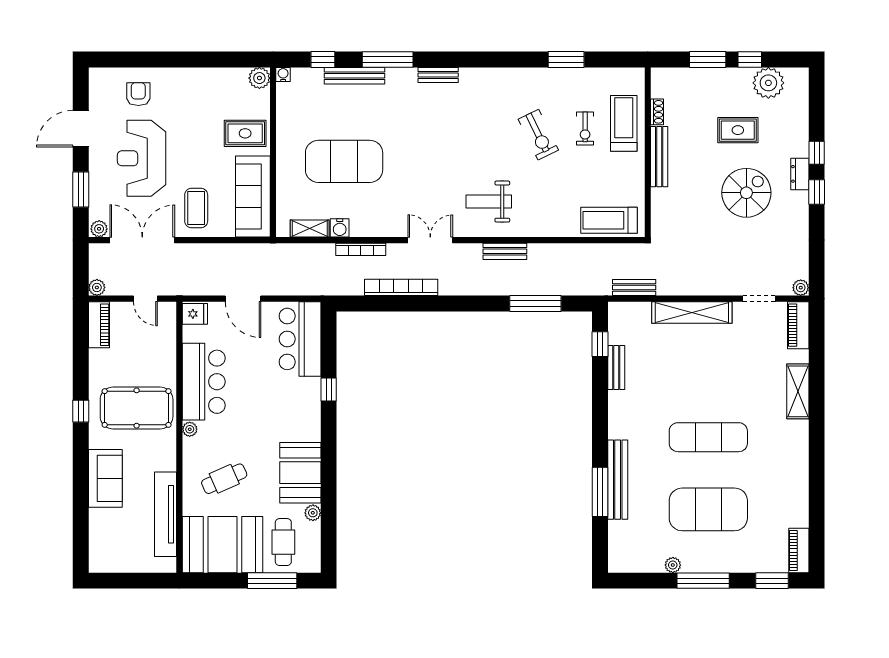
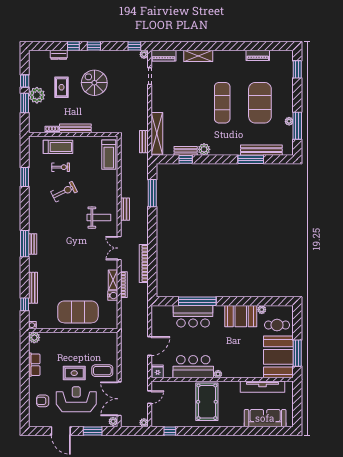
window: (388, 60) -> (25, 244), moved
row of seats: (207, 78) -> (34, 365), added
plant: (768, 83) -> (37, 95), moved
treadmill: (624, 123) -> (58, 147), turned 180
rug: (245, 133) -> (74, 373), moved, turned 90
reception desk: (142, 158) -> (76, 399), turned 180
exercise mat: (344, 161) -> (78, 312), moved, turned 90
dresser: (800, 174) -> (59, 55), moved
sofa: (253, 196) -> (96, 341), removed
weight bench: (489, 202) -> (99, 218), turned -90
shelving: (310, 228) -> (113, 280), moved
window: (817, 269) -> (134, 46), added
shelving: (692, 312) -> (157, 133), moved
piano: (99, 325) -> (163, 421), removed
bar counter: (300, 339) -> (193, 316), moved
window: (600, 344) -> (186, 159), moved
window: (329, 390) -> (197, 301), width x3.17
plant: (619, 403) -> (204, 149), added
window: (81, 411) -> (170, 431), moved
sofa: (105, 478) -> (265, 418), moved, width x1.36
cafe table: (224, 479) -> (244, 356), removed
bench: (618, 480) -> (261, 150), moved
piano: (799, 550) -> (258, 55), moved
window: (272, 581) -> (297, 353), moved
window: (703, 581) -> (297, 126), moved

